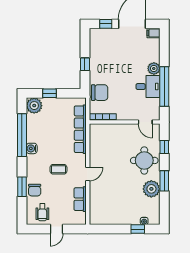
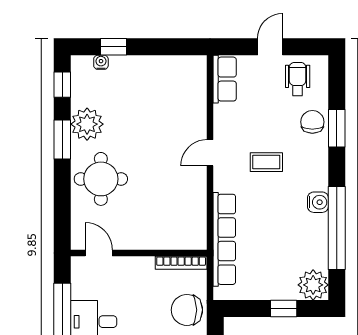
window: (164, 147) -> (62, 85), moved
row of seats: (80, 199) -> (225, 79), moved

